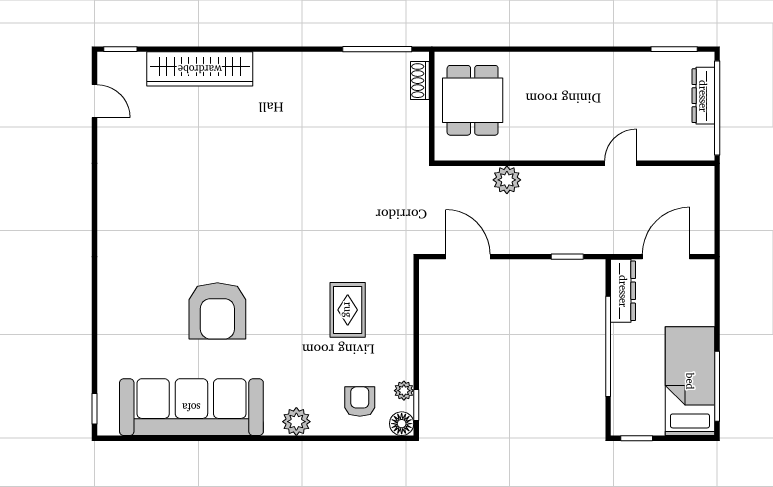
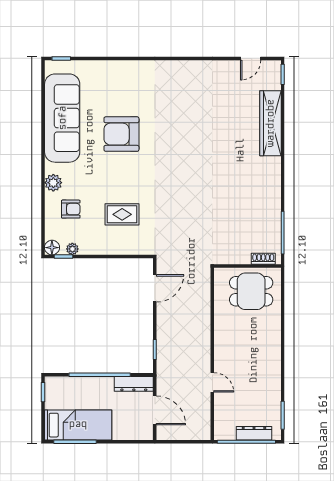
plant: (507, 180) -> (202, 312), removed
armchair: (360, 402) -> (71, 209), moved

